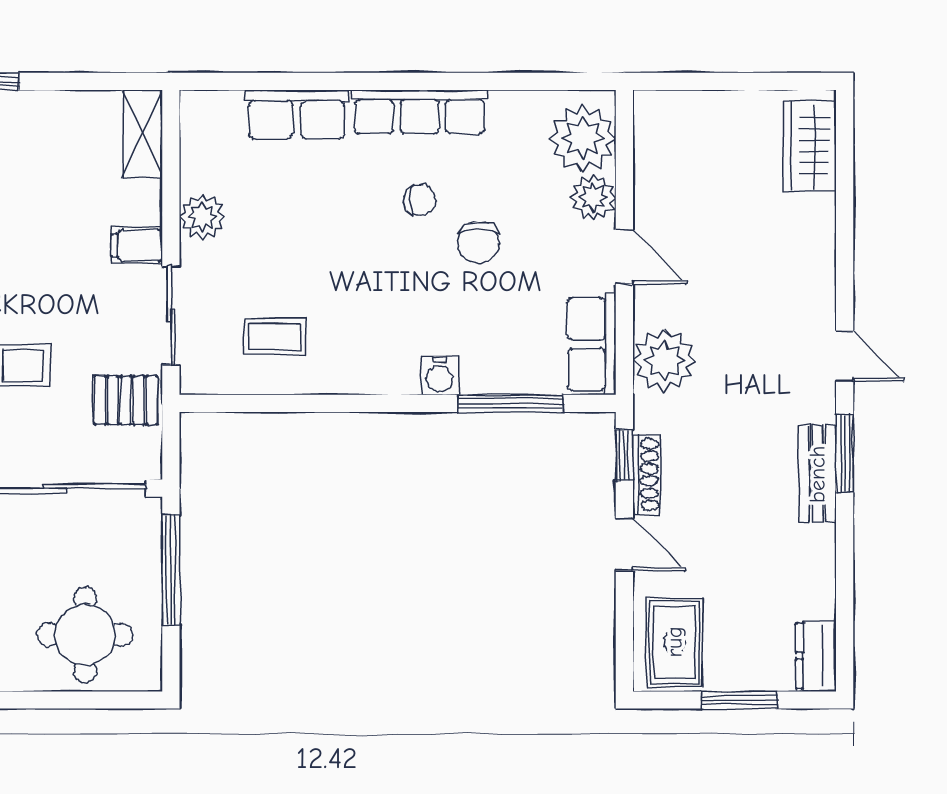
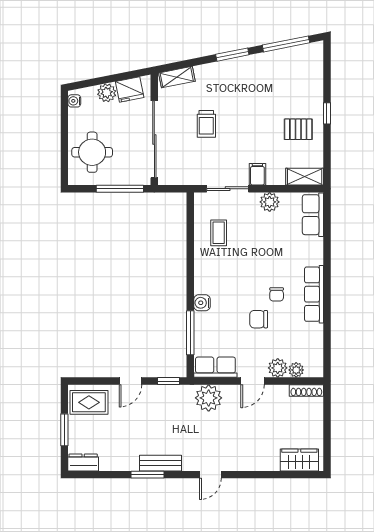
row of seats: (297, 114) -> (313, 215), moved
plant: (583, 138) -> (296, 370), width x0.53, depth x0.53
pallet: (126, 400) -> (298, 129), moved, turned 90
window: (845, 453) -> (148, 475), moved
shoe rack: (646, 475) -> (306, 390), moved

